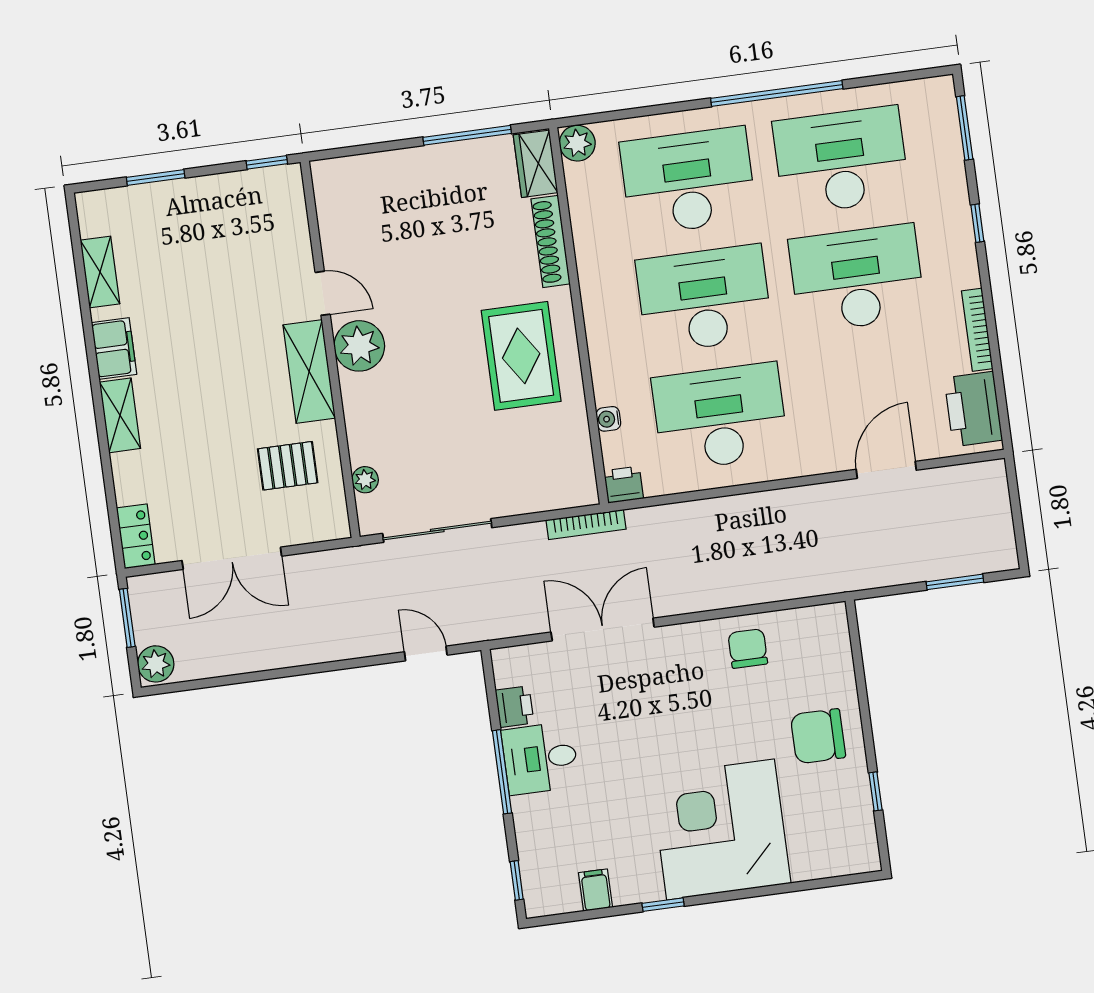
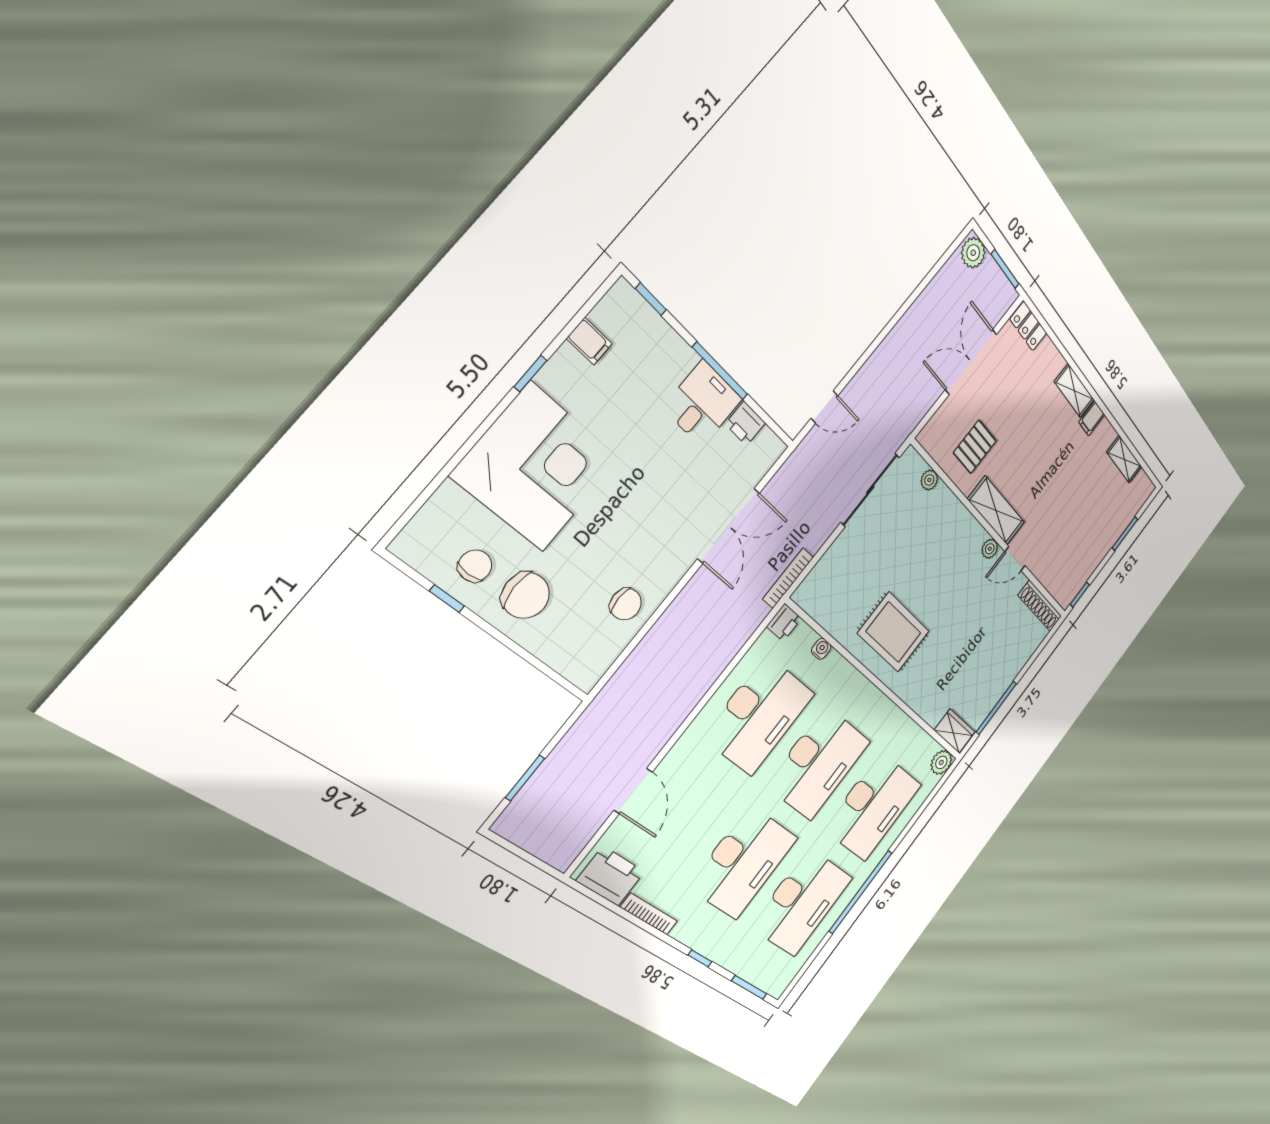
shoe rack: (551, 241) -> (1040, 606), moved, turned 180
plant: (359, 346) -> (990, 549), width x0.53, depth x0.53
filing cabinet: (114, 348) -> (1092, 418), width x0.50
chair: (818, 736) -> (526, 595), turned 88
chair: (833, 797) -> (475, 566), added

